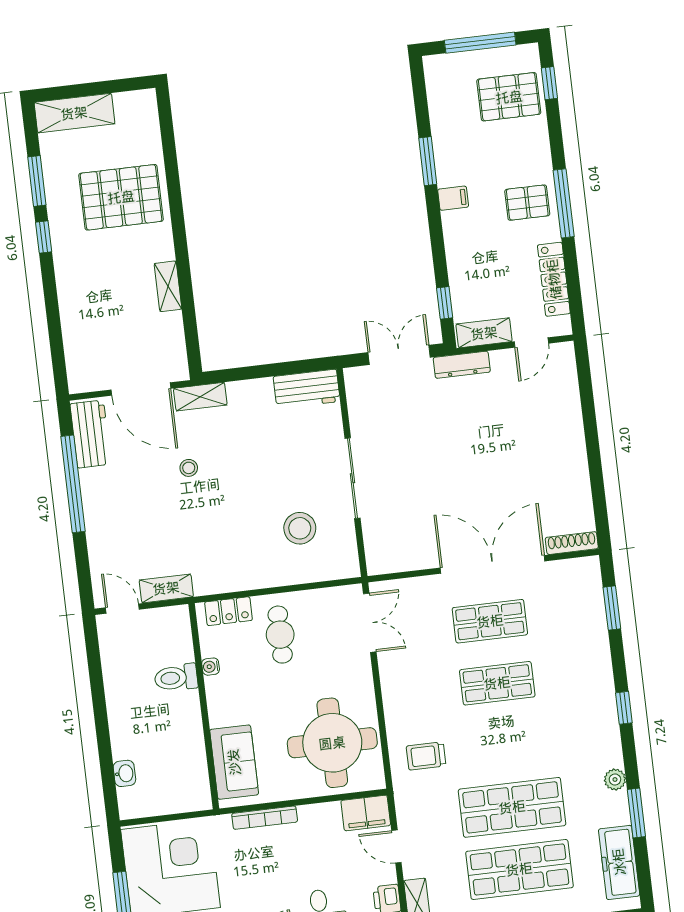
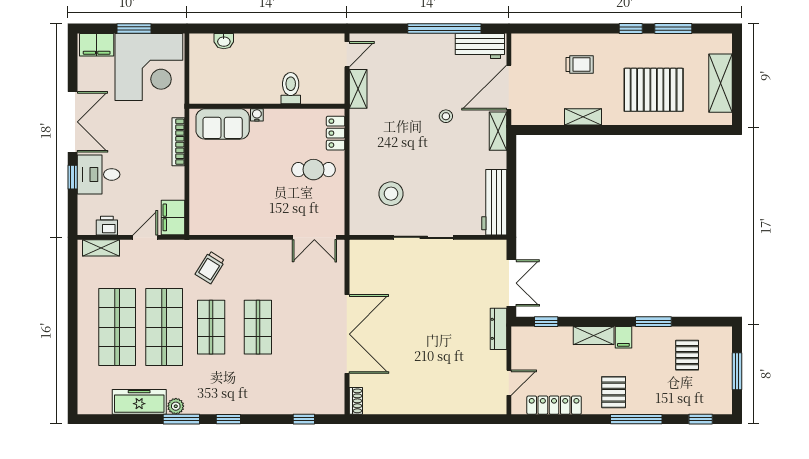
window: (480, 43) -> (737, 371), width x0.69
pallet: (509, 97) -> (687, 355), moved, width x0.67, depth x0.71
shelving: (74, 113) -> (720, 83), moved
pallet: (121, 197) -> (654, 90), turned 90
window: (564, 203) -> (636, 419), moved
trolley: (99, 299) -> (580, 64), added
shelving: (484, 333) -> (594, 336), moved, turned 90
door: (531, 342) -> (509, 383), swing flipped
workbench: (307, 389) -> (494, 202), width x1.38
shoe rack: (572, 543) -> (356, 401), width x0.70
window: (612, 608) -> (304, 419), width x0.67
shop shelf: (490, 621) -> (211, 327), moved
water cooler: (211, 667) -> (257, 115), moved
round table: (332, 743) -> (228, 199), removed
trolley: (426, 756) -> (210, 267), turned -148
window: (636, 813) -> (181, 419), moved
freezer: (619, 862) -> (139, 402), moved

